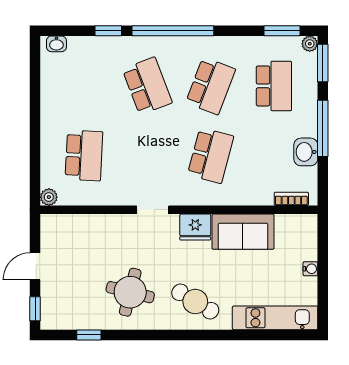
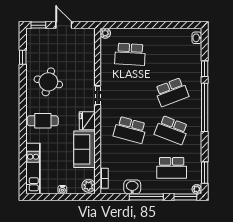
plant: (304, 225) -> (89, 186), added
cafe table: (195, 301) -> (43, 121), turned 59

